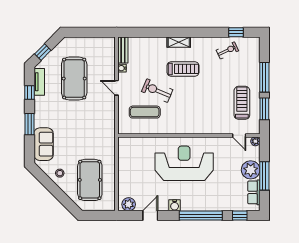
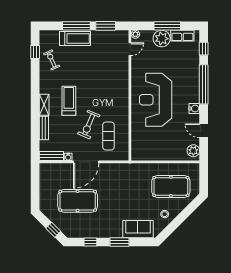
bench: (153, 42) -> (44, 128), added
tv unit: (39, 82) -> (81, 233), removed
door: (117, 88) -> (86, 162), width x1.88
treadmill: (242, 103) -> (75, 39), moved, turned 180

